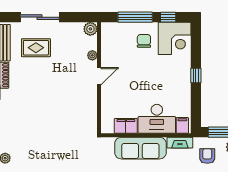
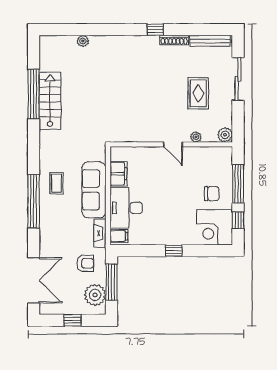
rug: (36, 48) -> (198, 93), moved

